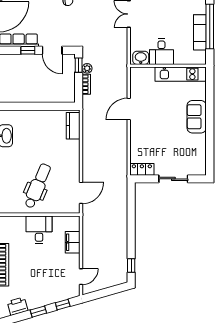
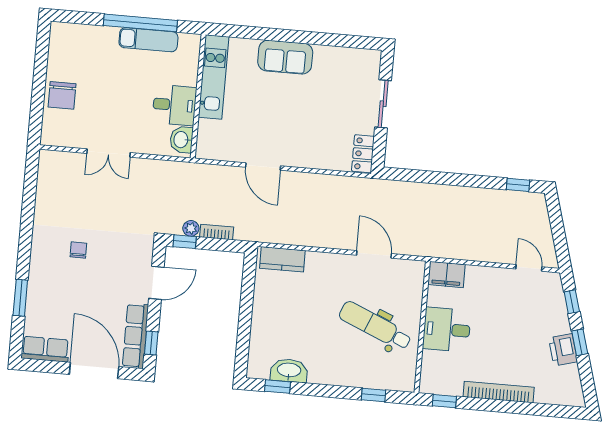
window: (28, 50) -> (151, 343), moved
door: (81, 193) -> (374, 254), moved
filing cabinet: (73, 242) -> (447, 274), moved
printer: (18, 306) -> (563, 350), moved

